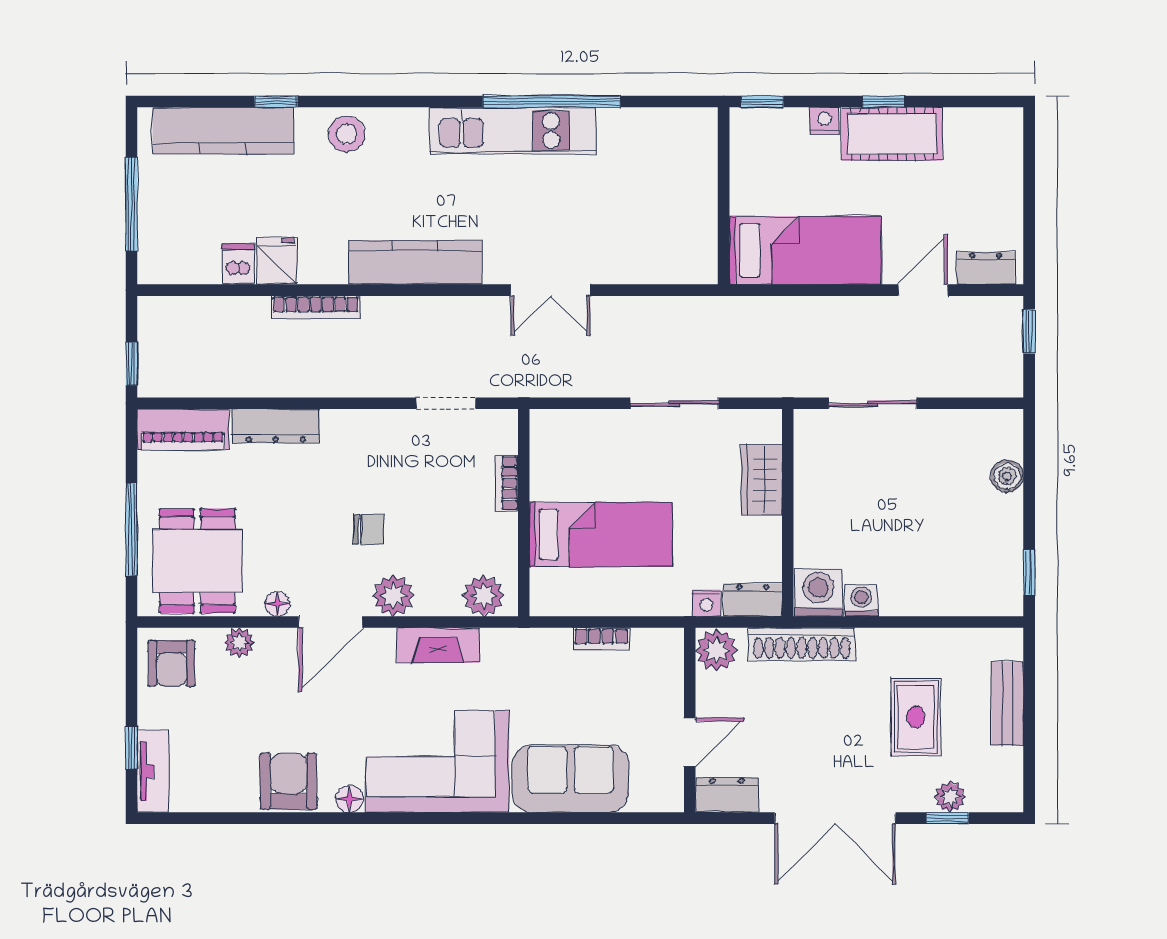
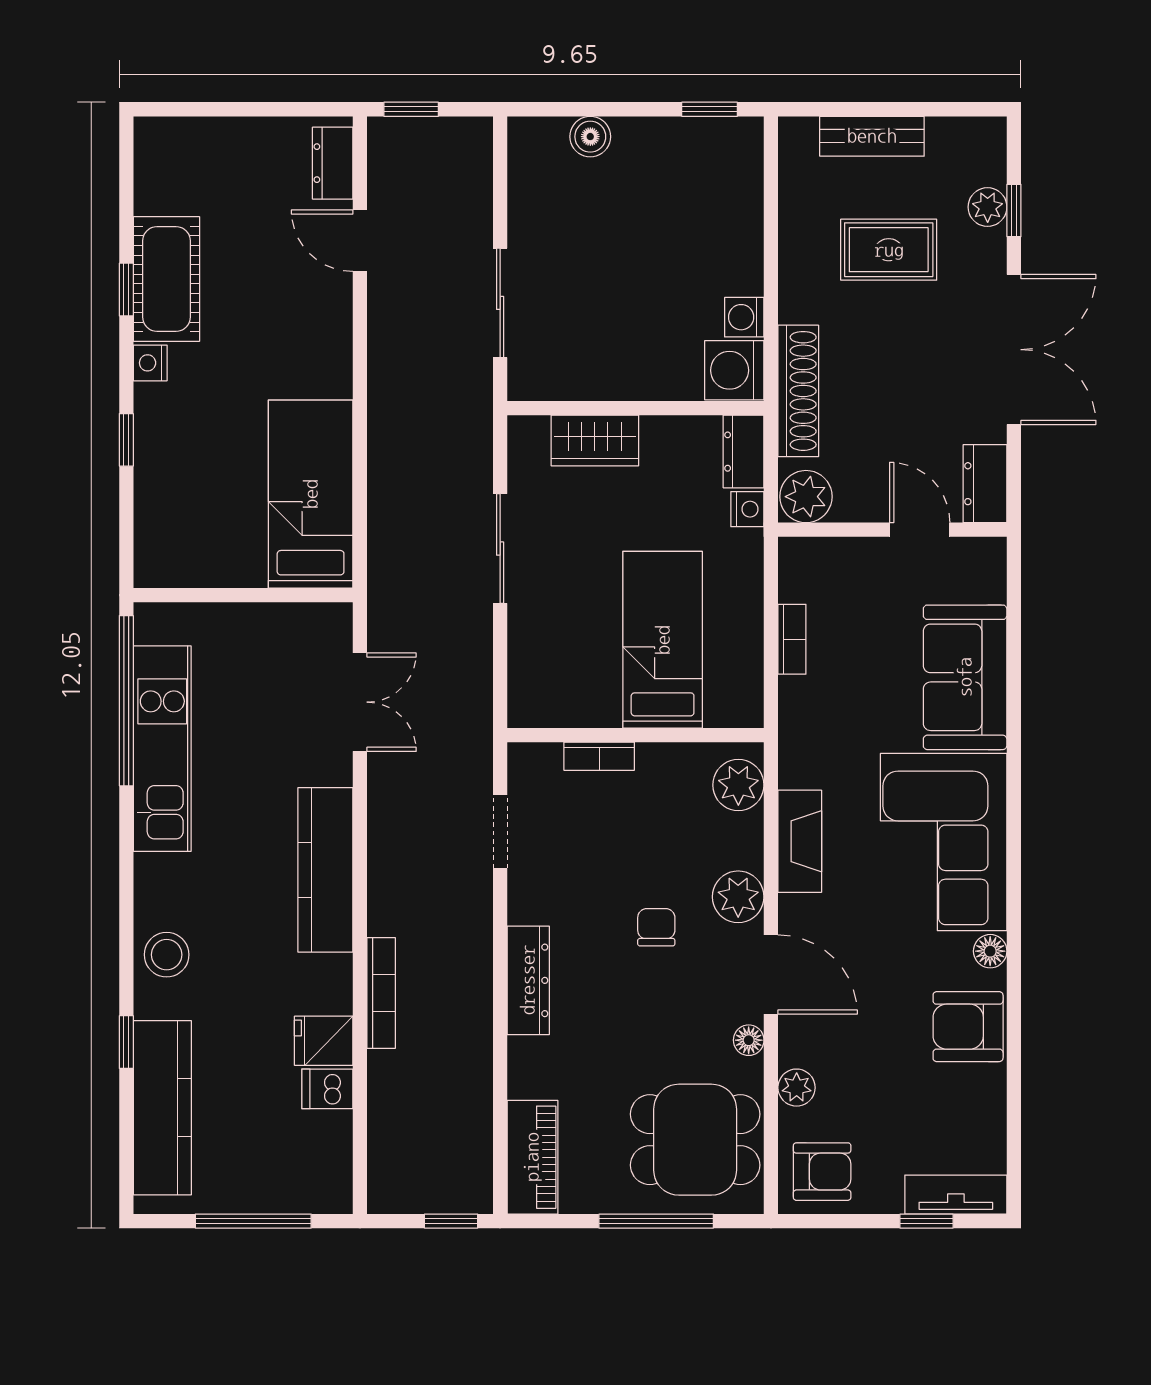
wall: (724, 196) -> (243, 595), moved
bed: (805, 250) -> (311, 494), moved
dresser: (276, 426) -> (528, 980), moved

